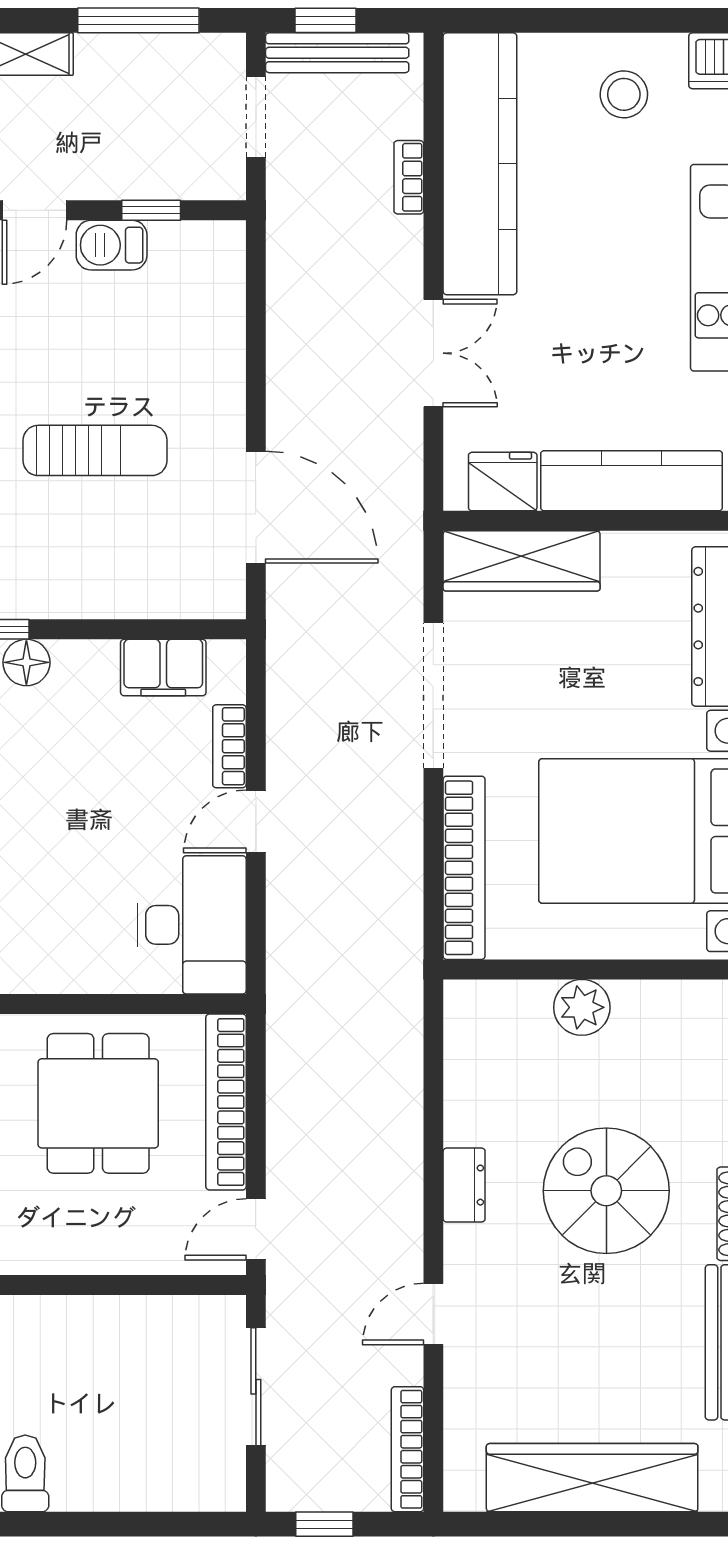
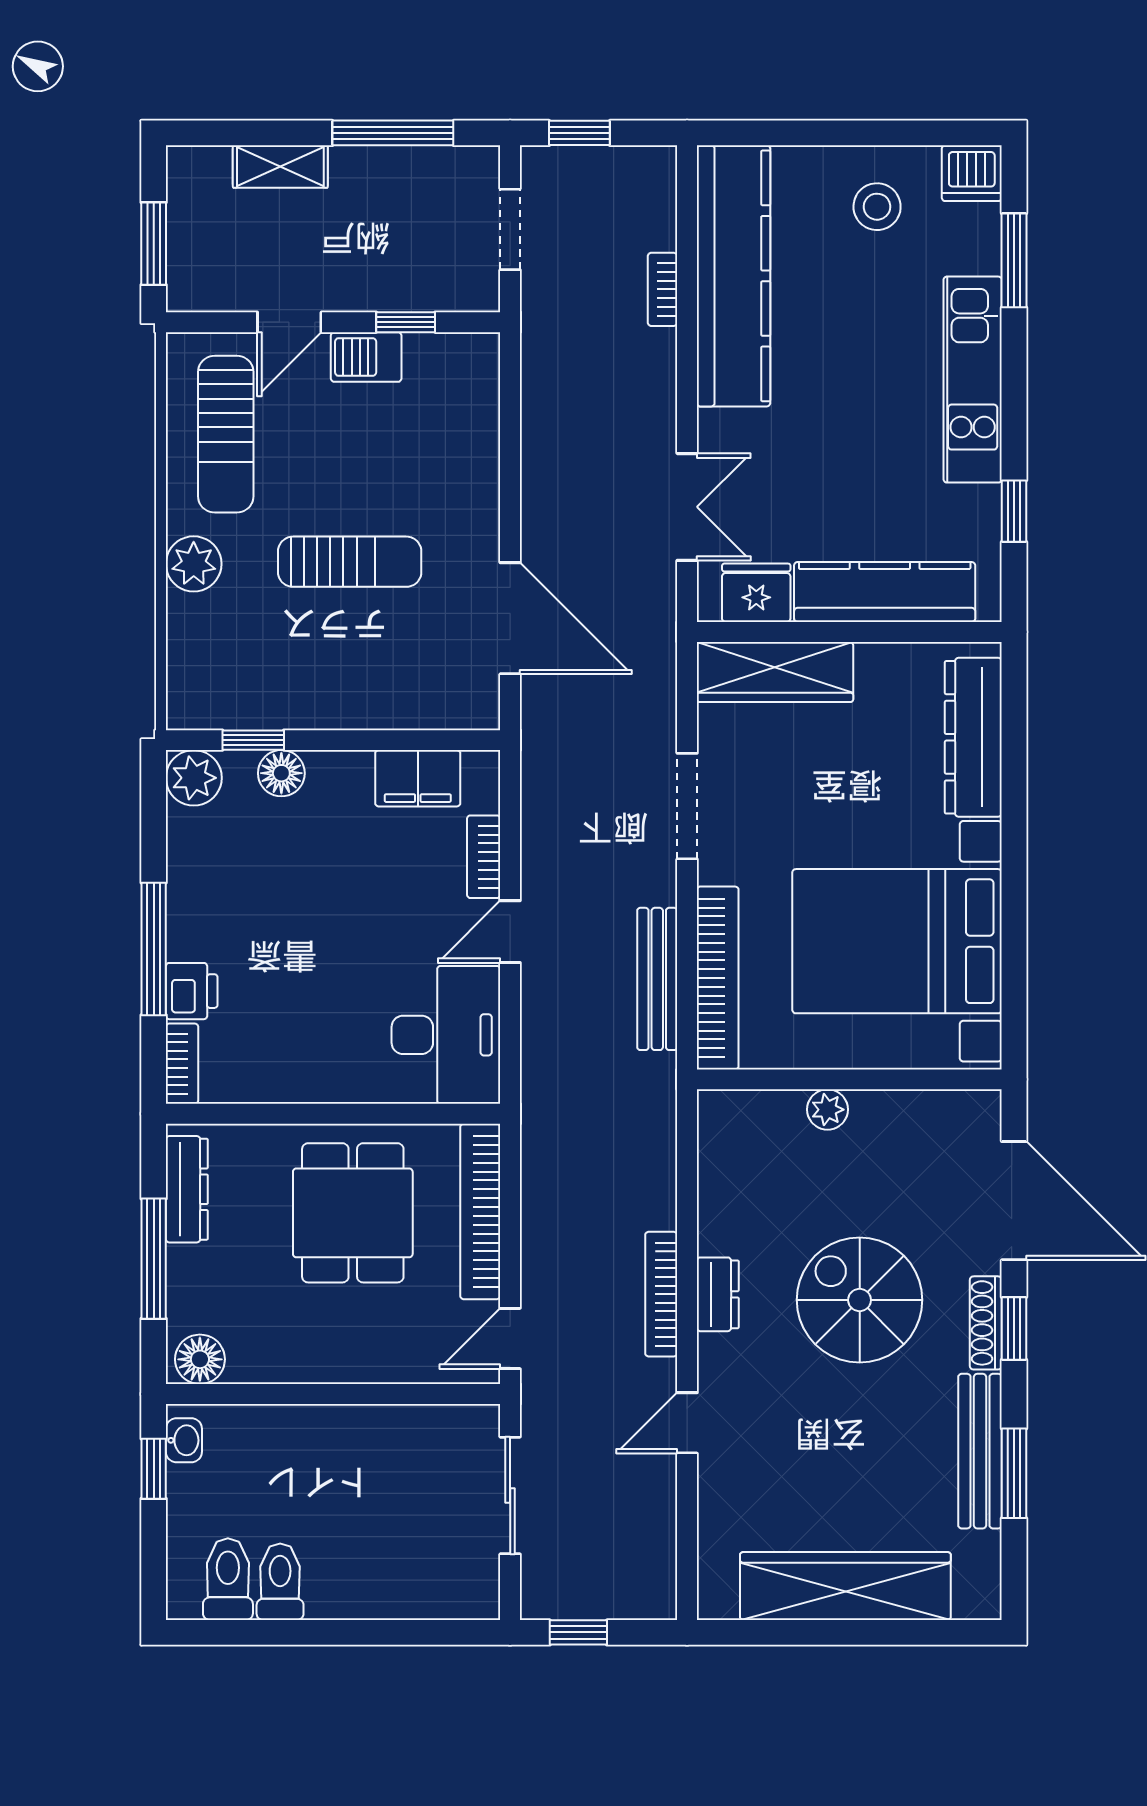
bench: (337, 53) -> (657, 979), moved, turned 90
double door: (433, 353) -> (687, 507), moved
doorway: (433, 695) -> (687, 806), width x0.73
plant: (582, 1007) -> (827, 1110), width x0.73, depth x0.73
bookcase: (407, 1449) -> (661, 1294), moved

